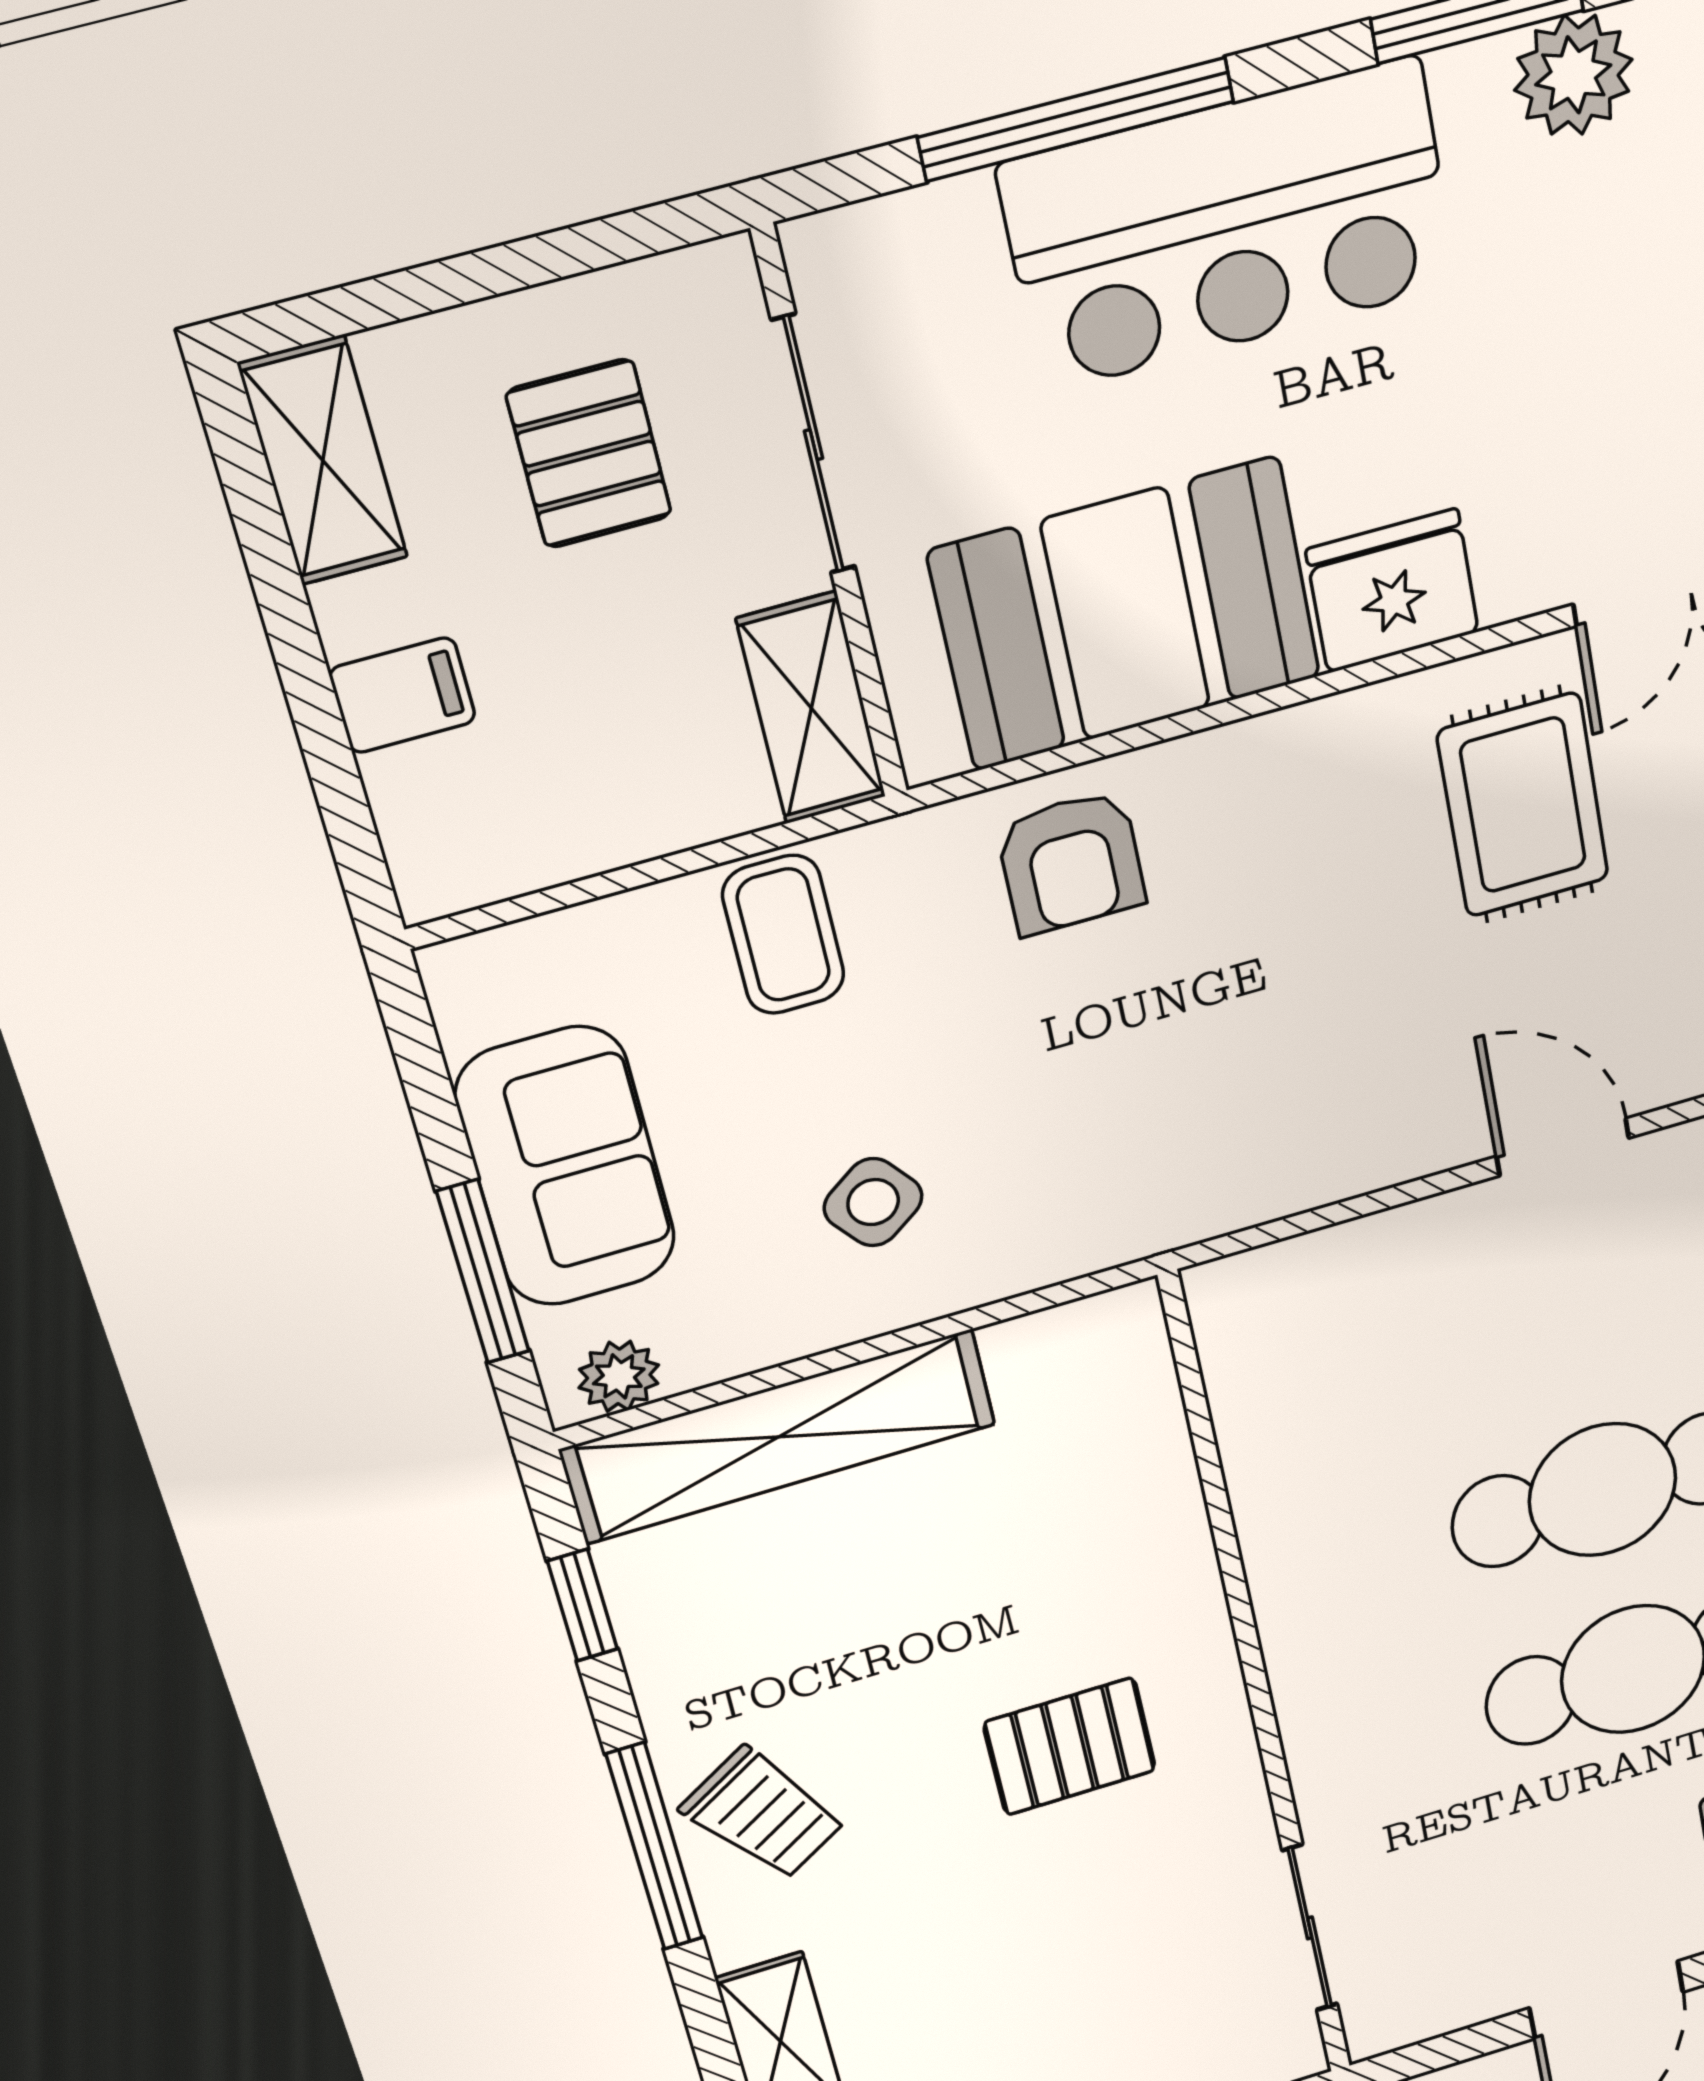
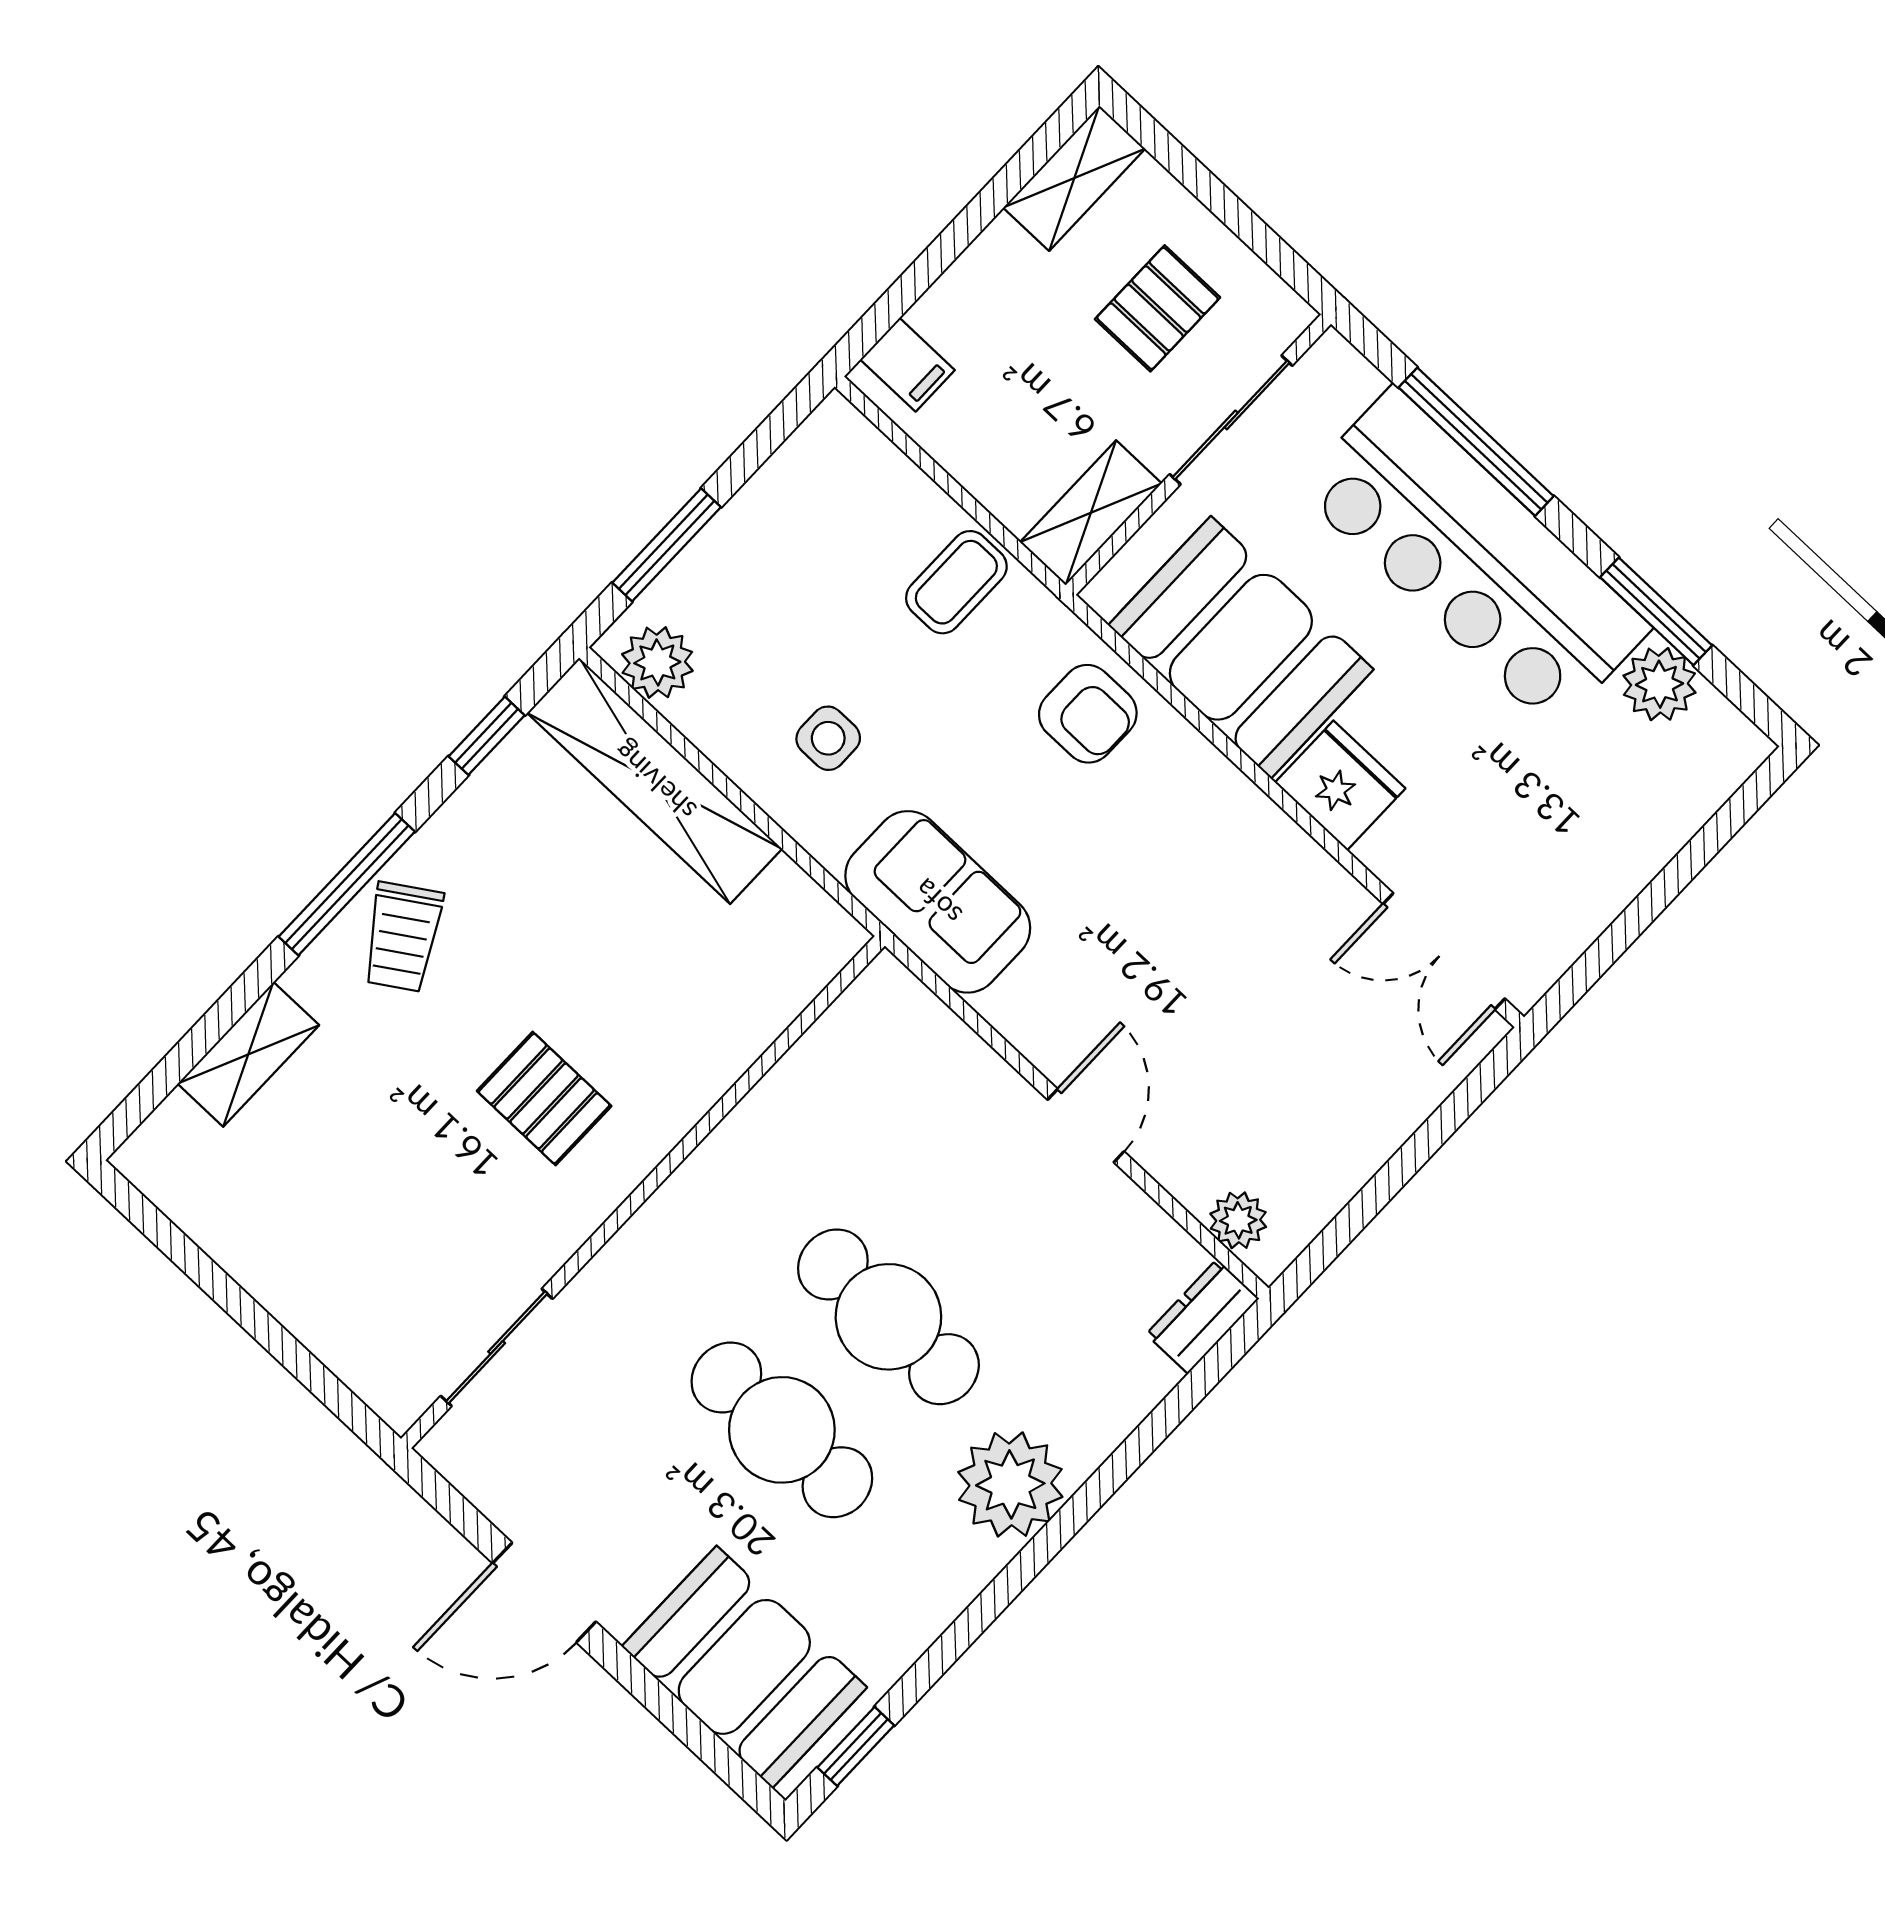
bar counter: (1230, 225) -> (1474, 558), width x1.36
filing cabinet: (402, 695) -> (907, 365), moved
rug: (1523, 805) -> (1268, 949), removed
armchair: (1071, 862) -> (1088, 714), turned -90
sofa: (566, 1167) -> (938, 902), moved, turned -90
side table: (873, 1202) -> (828, 738), turned 37
plant: (619, 1376) -> (657, 662), width x1.38, depth x1.38

